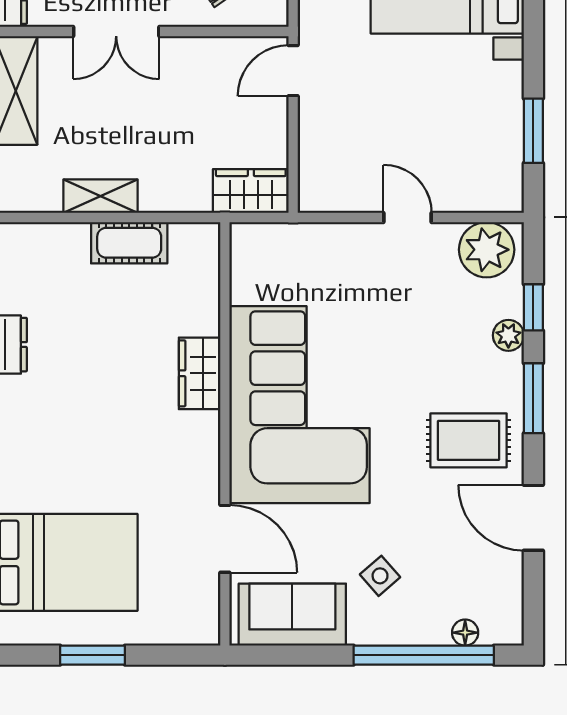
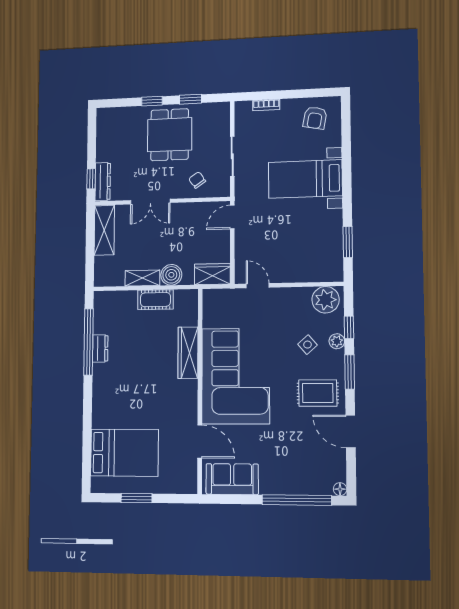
boiler: (163, 191) -> (171, 275), added
door: (408, 217) -> (258, 286), moved
wardrobe: (200, 373) -> (188, 353), width x1.50
side table: (380, 576) -> (307, 345), moved
floor lamp: (465, 633) -> (340, 489), moved

